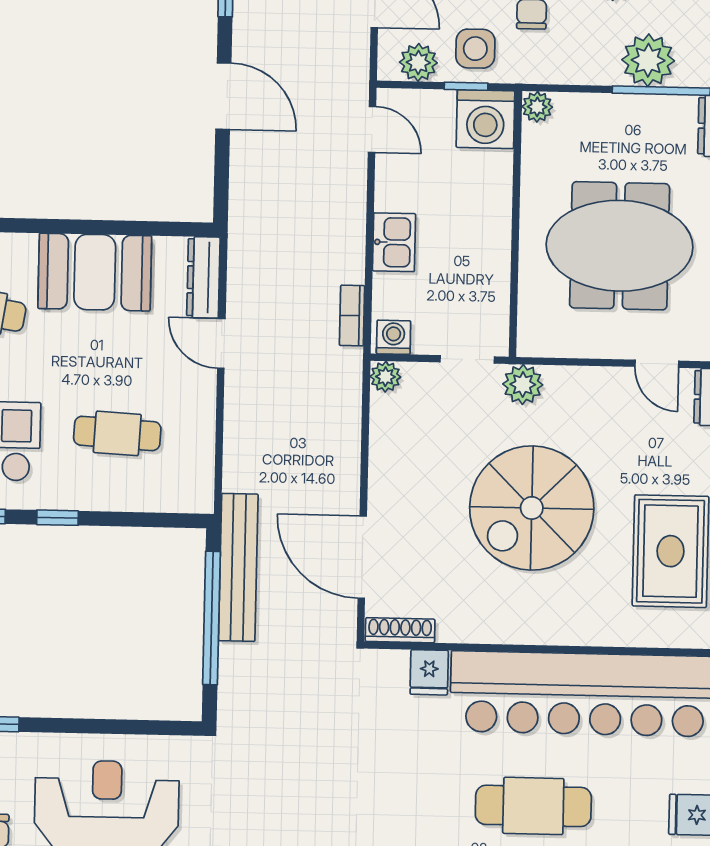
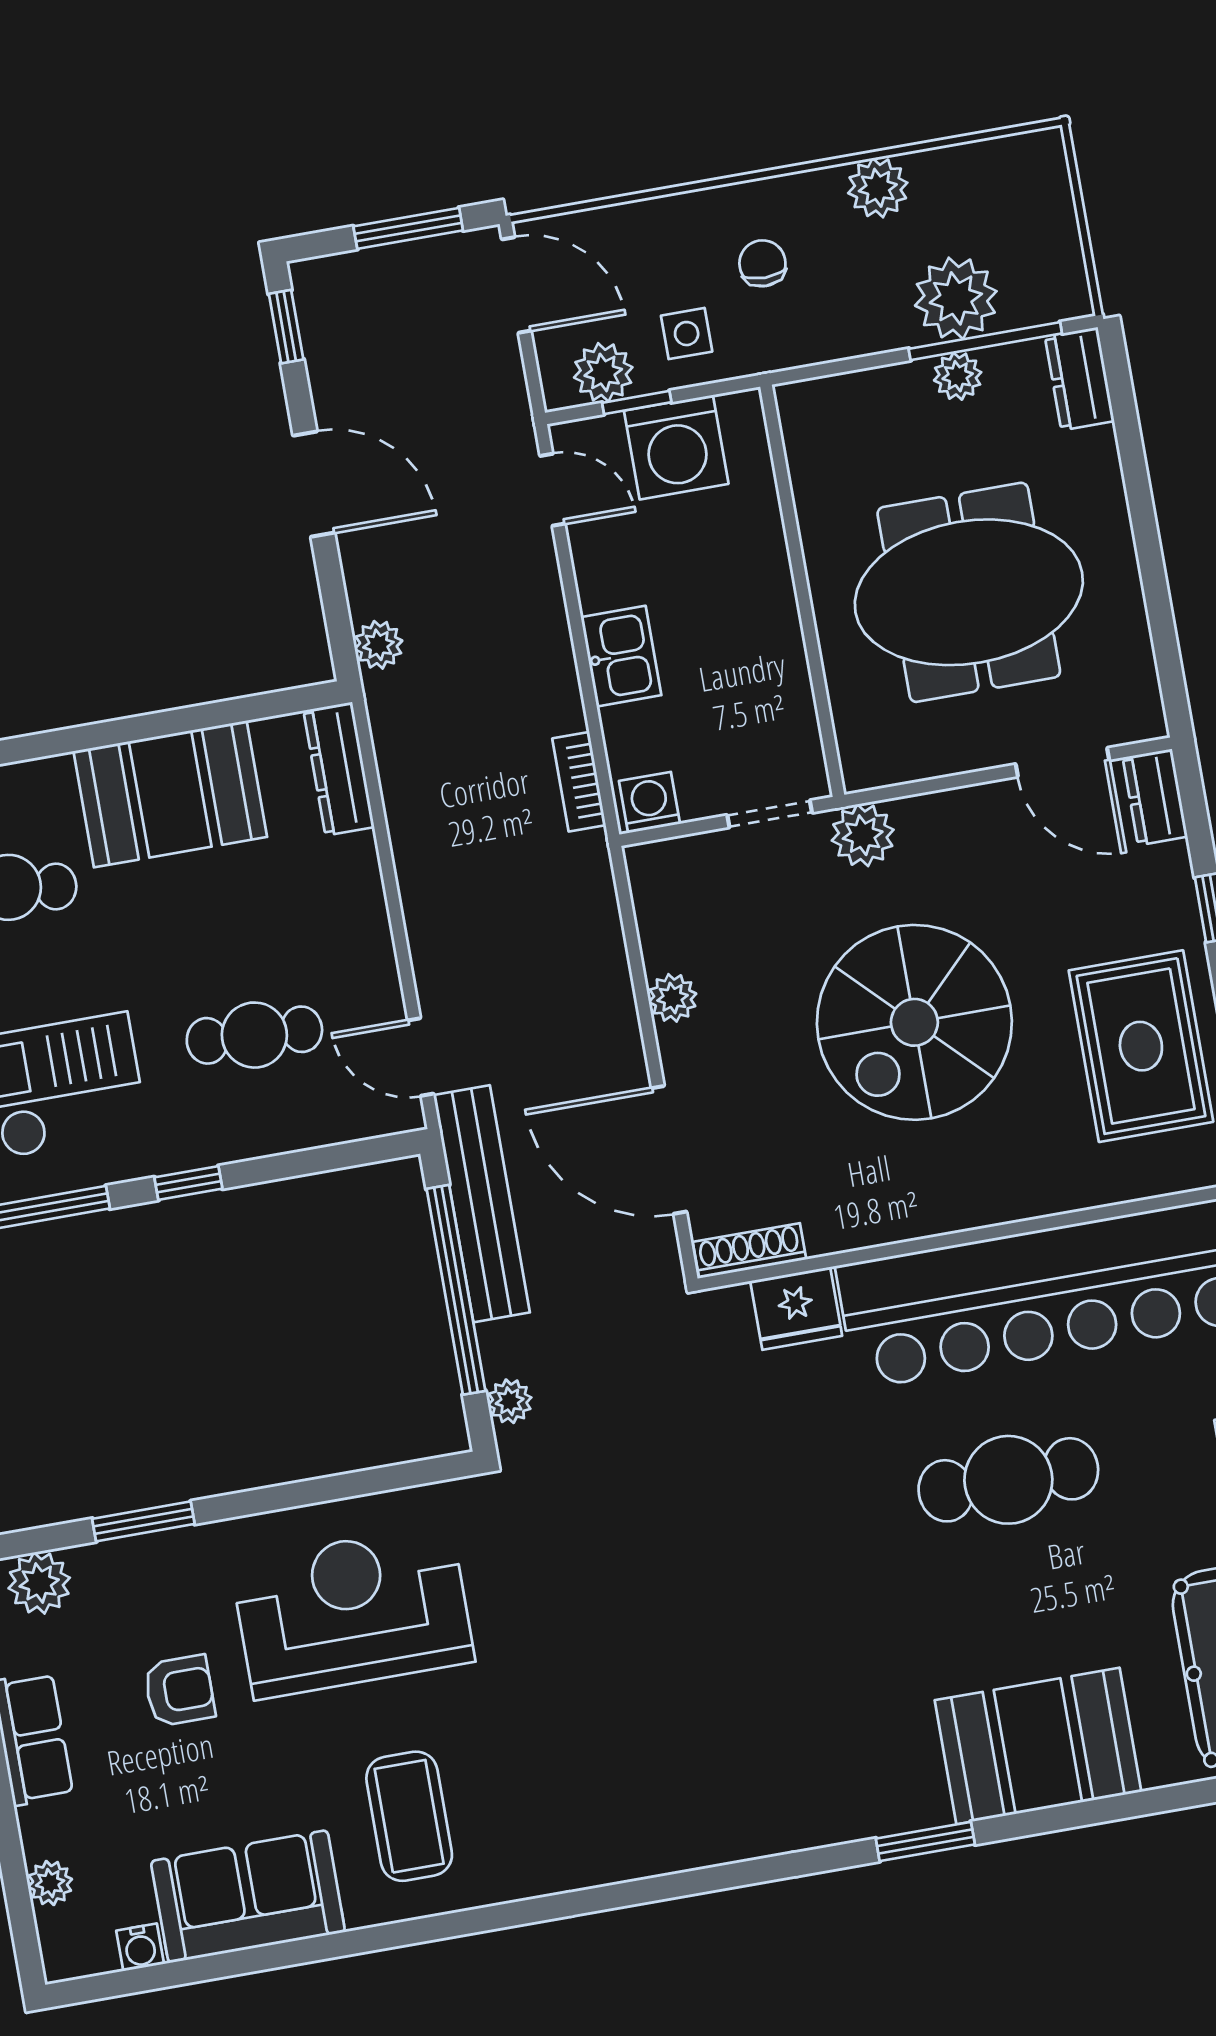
side table: (475, 49) -> (687, 334), width x0.73, depth x0.73
window: (466, 86) -> (637, 403), moved
plant: (537, 107) -> (958, 376), moved
washing machine: (485, 119) -> (676, 447), moved
plant: (244, 205) -> (378, 645), added
door: (221, 343) -> (421, 1057), moved
door: (657, 364) -> (1063, 762), width x1.38
plant: (385, 377) -> (673, 998), moved
fridge: (429, 672) -> (796, 1308), width x1.38
plant: (231, 694) -> (510, 1401), added

